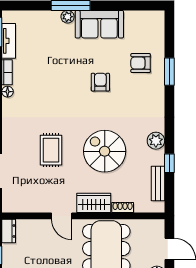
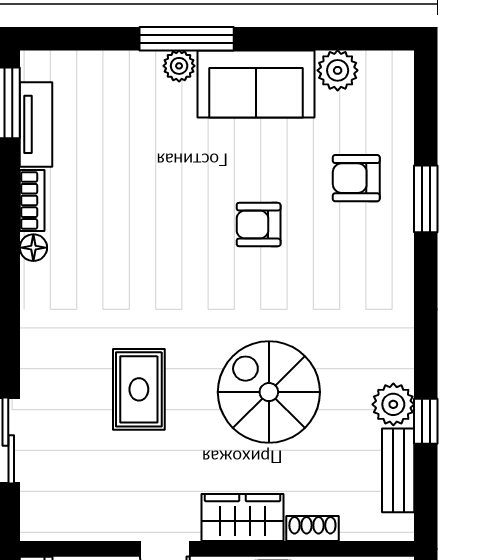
plant: (133, 19) -> (338, 70), added
armchair: (100, 82) -> (259, 225), turned -90
plant: (156, 141) -> (393, 404), moved

